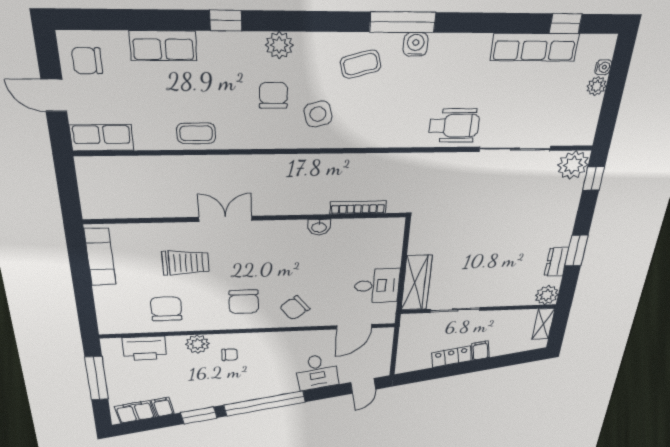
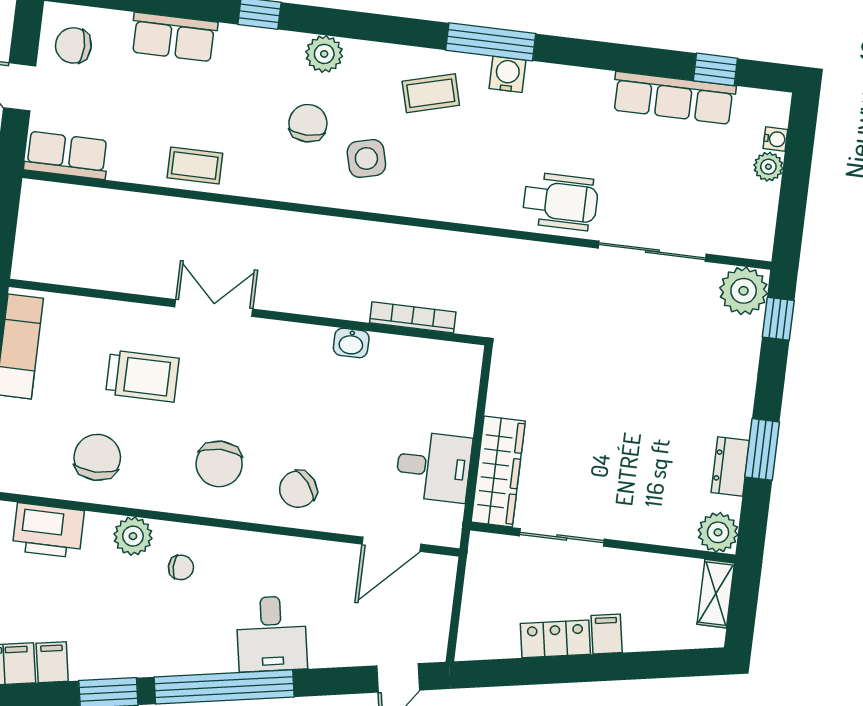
desk: (317, 372) -> (272, 634), moved

